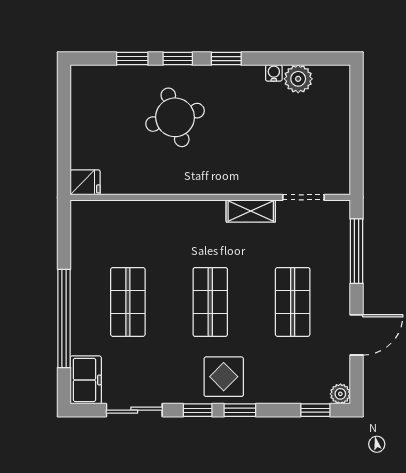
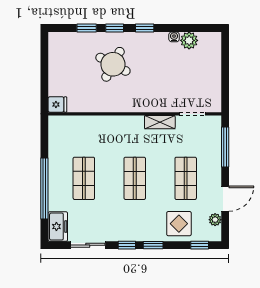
round table: (175, 117) -> (113, 64), turned 45
display table: (224, 377) -> (179, 224), moved
plant: (340, 394) -> (215, 220), moved

